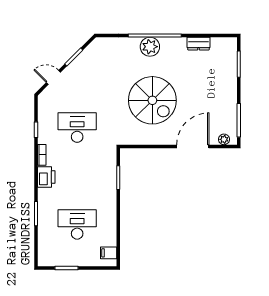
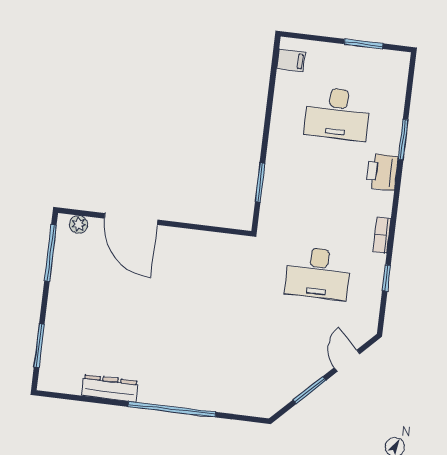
dresser: (198, 44) -> (110, 388), width x1.44
plant: (150, 47) -> (182, 392), removed
door: (53, 77) -> (347, 361), swing flipped
spiral stairs: (152, 100) -> (189, 303), removed
door: (193, 146) -> (131, 219), hinge flipped
printer: (46, 177) -> (382, 172), moved

